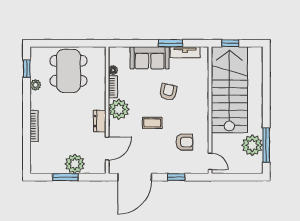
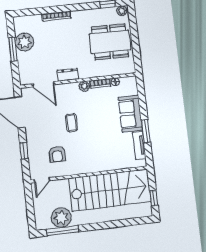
window: (230, 43) -> (154, 198), moved
plant: (36, 85) -> (122, 11), moved
armchair: (168, 92) -> (101, 134), removed
plant: (119, 109) -> (84, 86), width x0.53, depth x0.53
plant: (75, 164) -> (24, 42), moved

